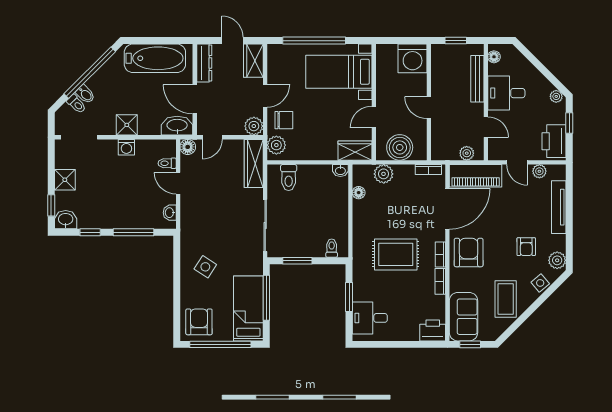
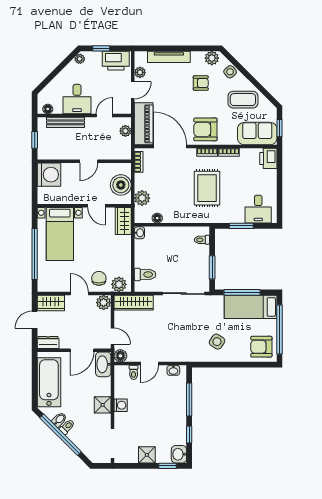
dresser: (204, 63) -> (48, 342), width x0.70
bidet: (85, 94) -> (59, 420), moved
toilet: (76, 104) -> (67, 427), moved

